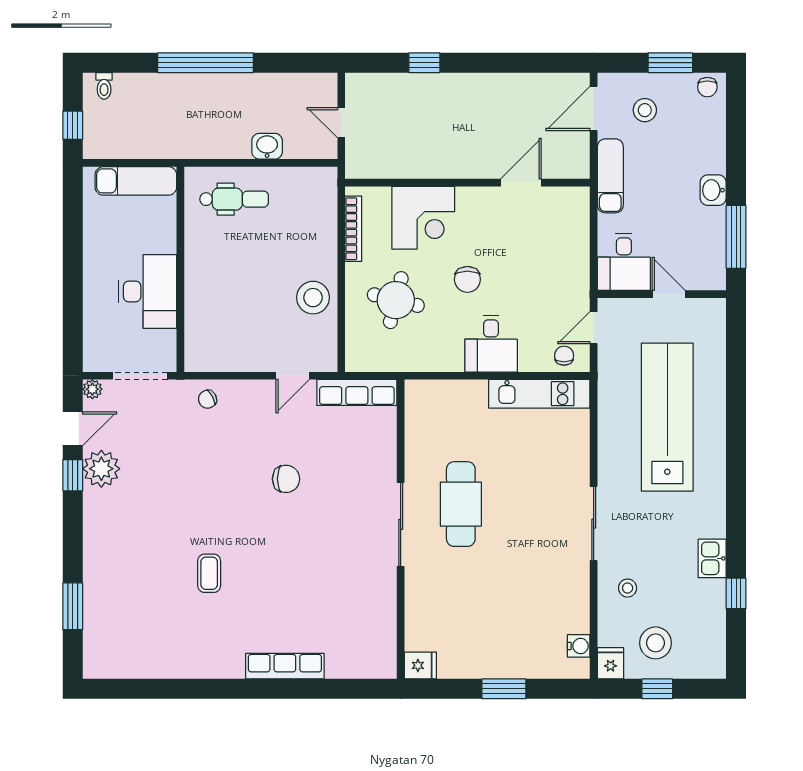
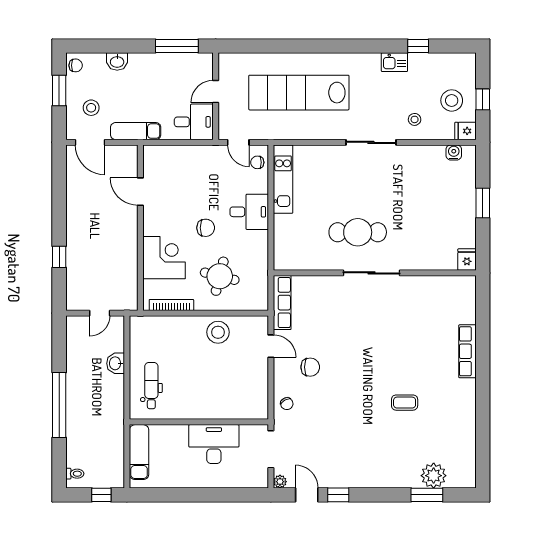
washbasin: (713, 190) -> (117, 62), moved
plant: (101, 469) -> (434, 476), moved
chair: (286, 479) -> (310, 367), moved, turned 90

